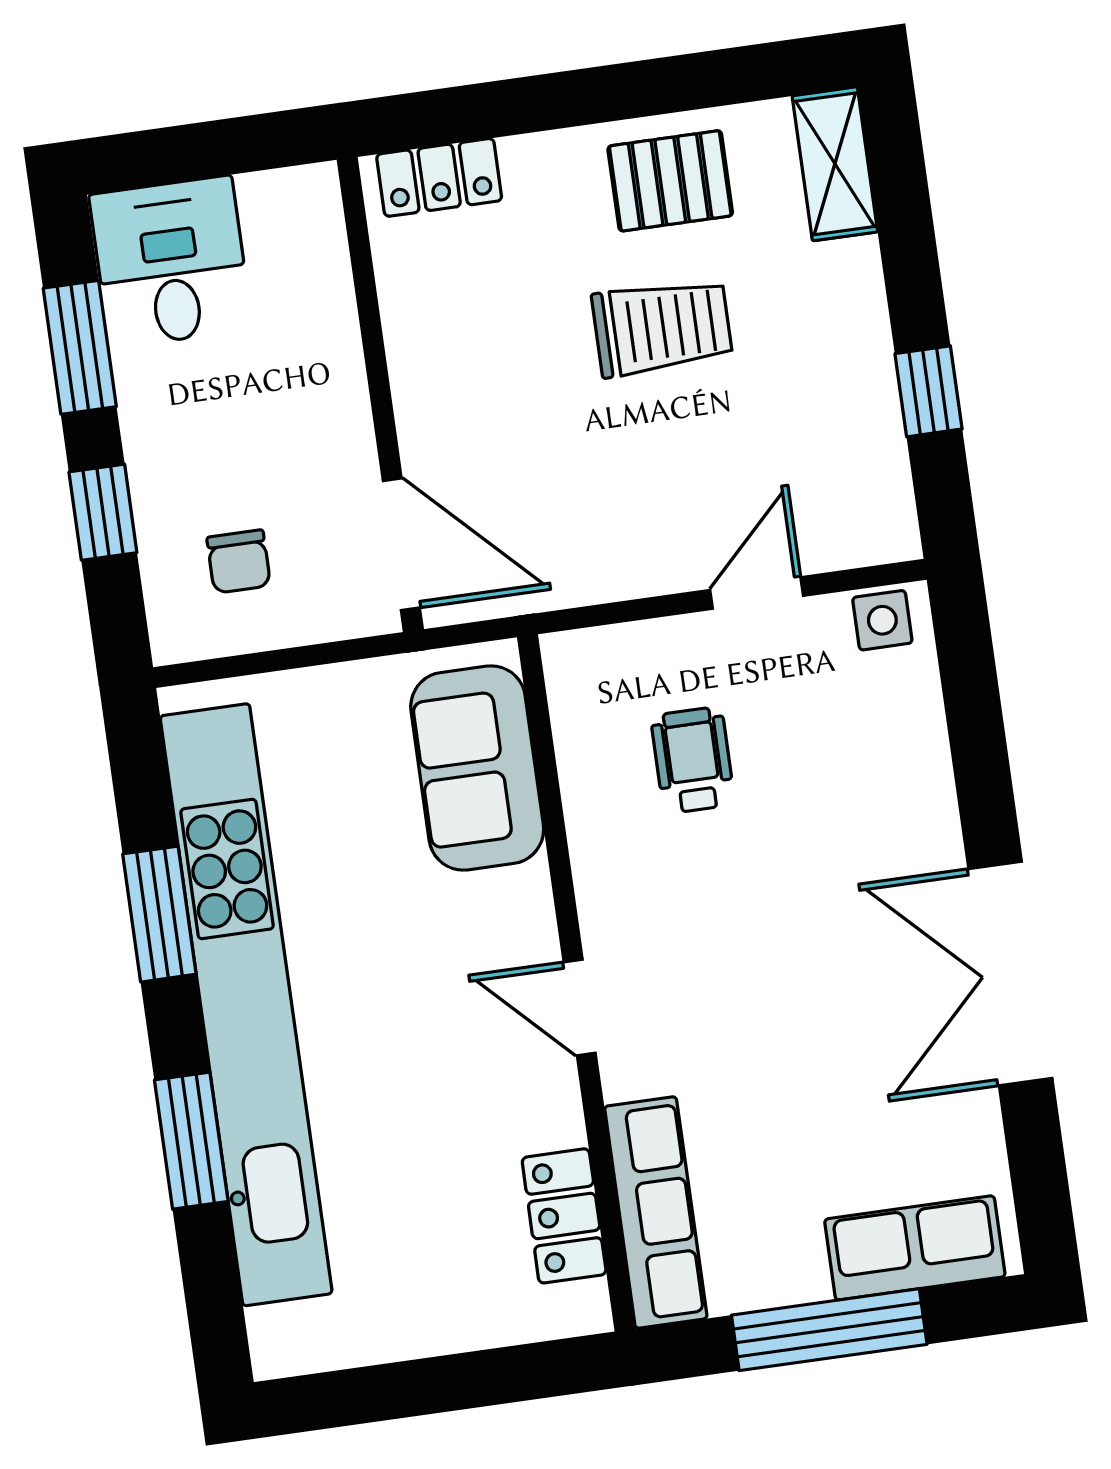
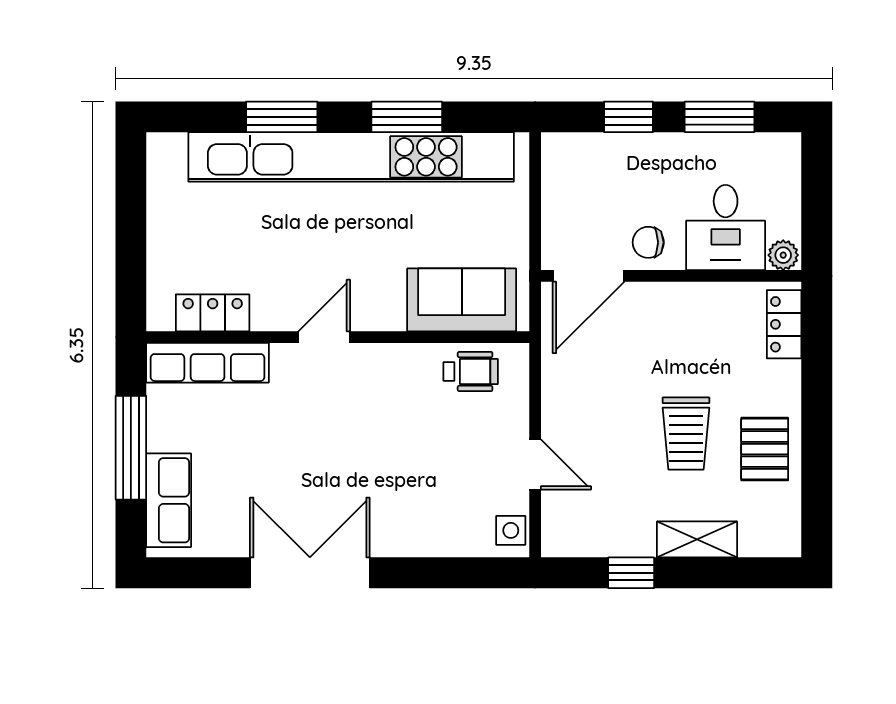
shelving: (835, 164) -> (697, 539), moved
plant: (314, 197) -> (783, 255), added
desk: (171, 262) -> (726, 228), moved, turned 90
chair: (239, 561) -> (648, 242), moved
wheelchair: (693, 760) -> (471, 372), moved

